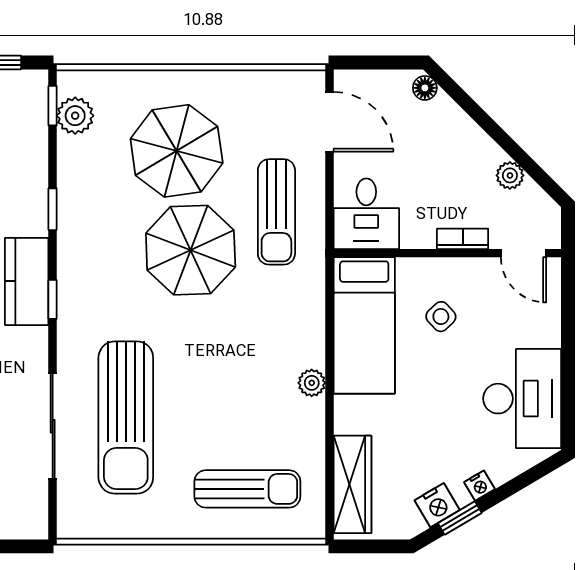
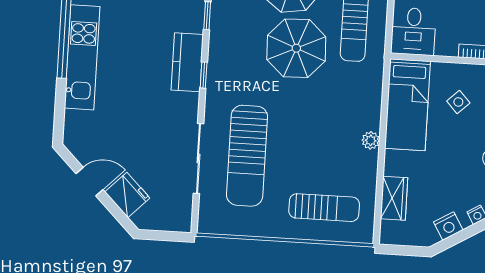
wardrobe: (352, 484) -> (394, 198), width x0.67
window: (460, 518) -> (463, 235), removed

